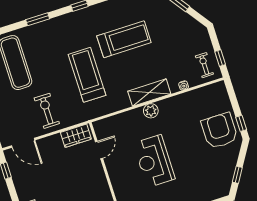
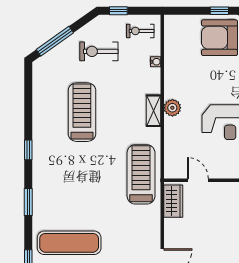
window: (220, 58) -> (118, 11), moved
treadmill: (87, 75) -> (141, 174), moved, turned 90
shelving: (149, 93) -> (154, 111), width x0.67, depth x0.75
exercise bike: (47, 111) -> (99, 51), moved

